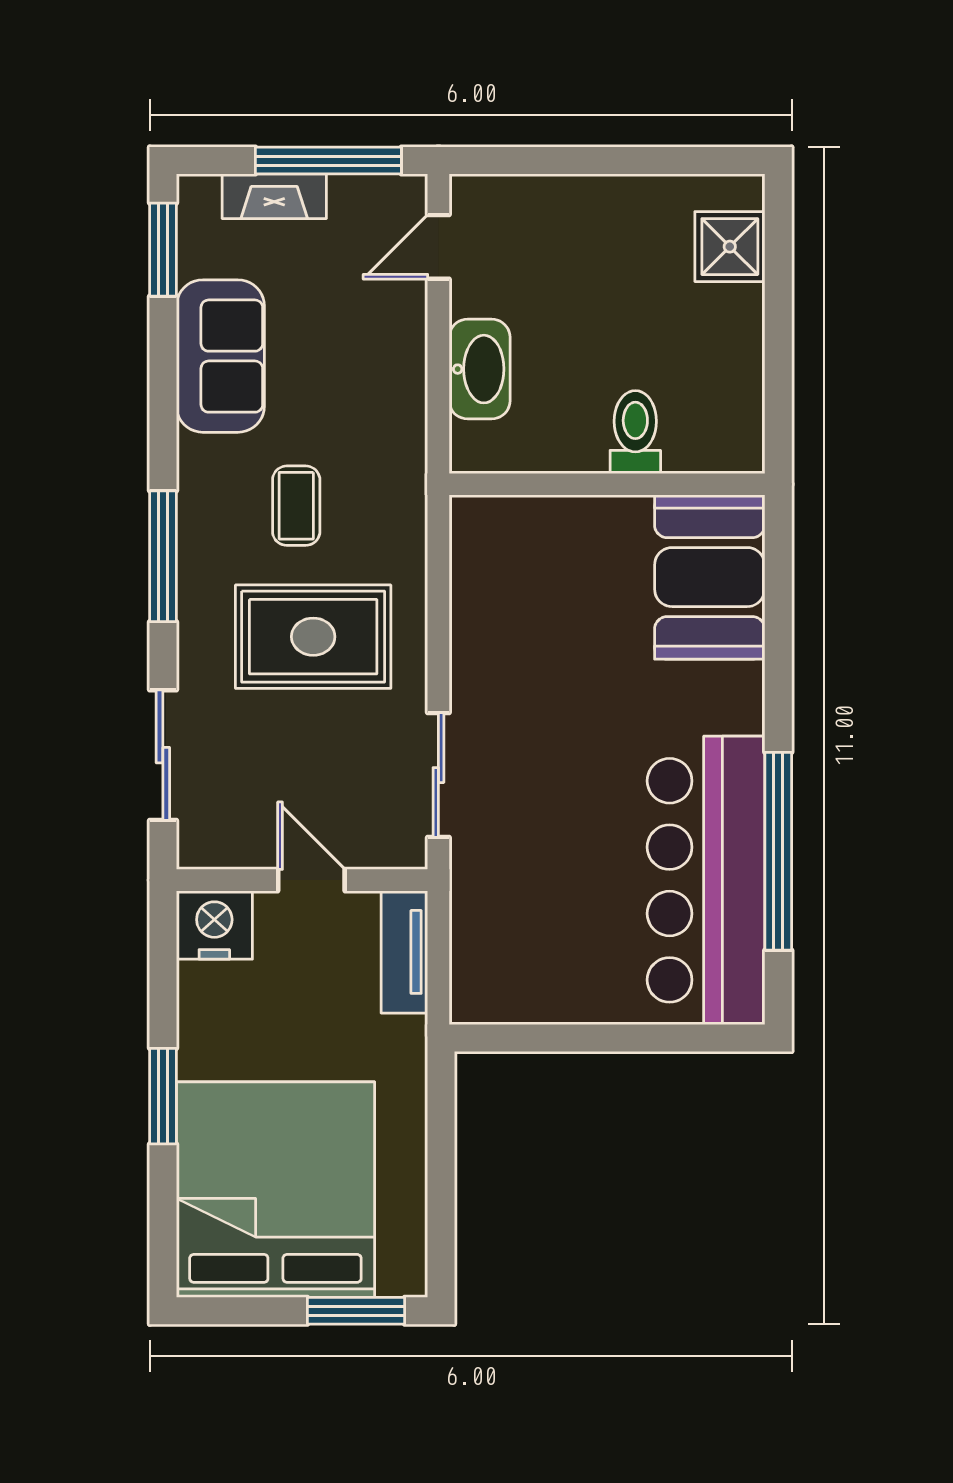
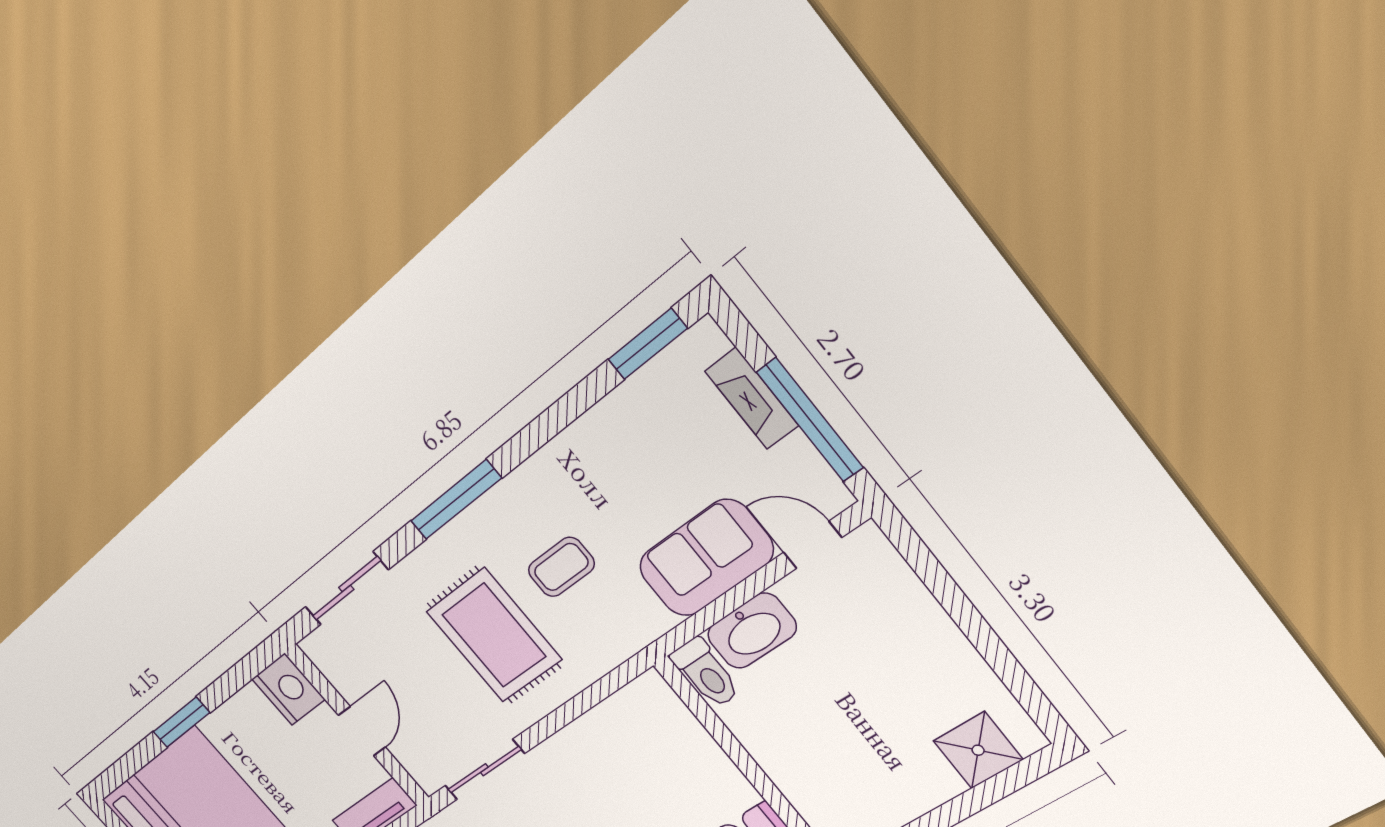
sofa: (220, 356) -> (706, 558), moved, turned 180
toilet: (635, 432) -> (706, 673), moved, turned 90

